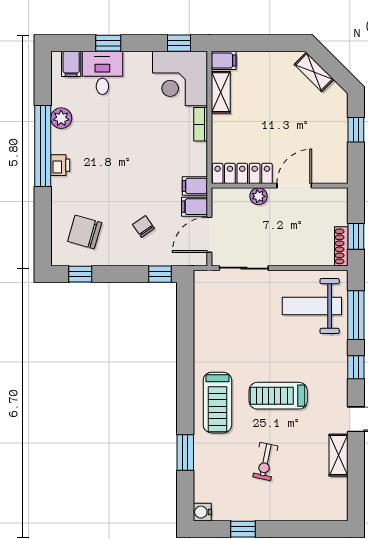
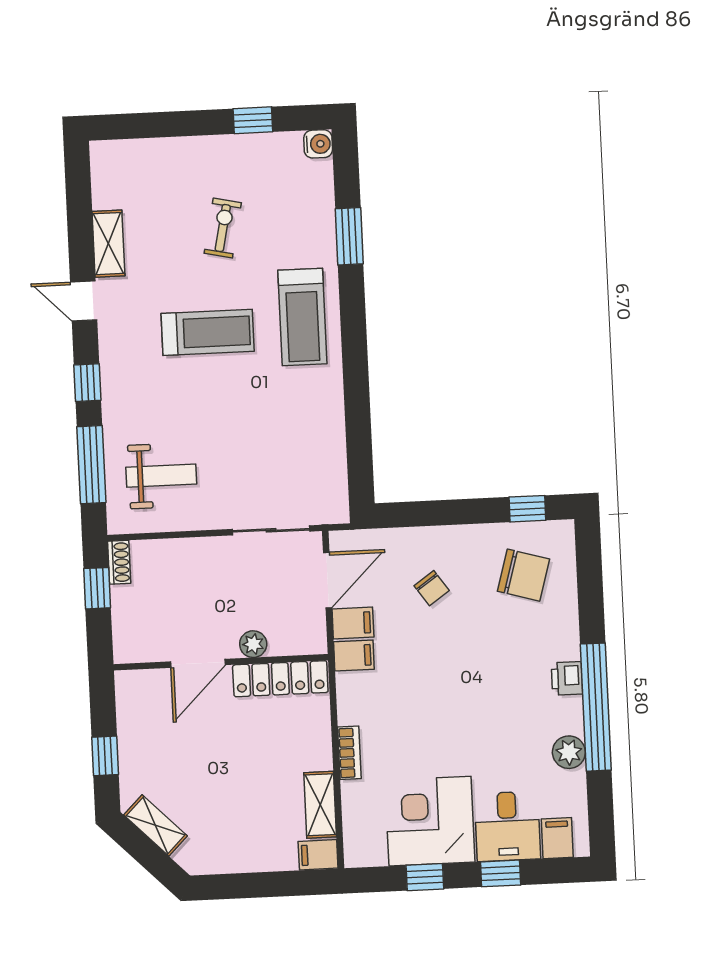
window: (179, 43) -> (425, 877), moved
shelving: (314, 72) -> (155, 825), moved
corner desk: (180, 79) -> (430, 821), moved, turned -90
shoe rack: (341, 246) -> (119, 562), width x0.70
window: (160, 274) -> (402, 515), removed
weight bench: (312, 306) -> (161, 476), width x0.73, depth x0.75
treadmill: (217, 403) -> (302, 317), turned 180

